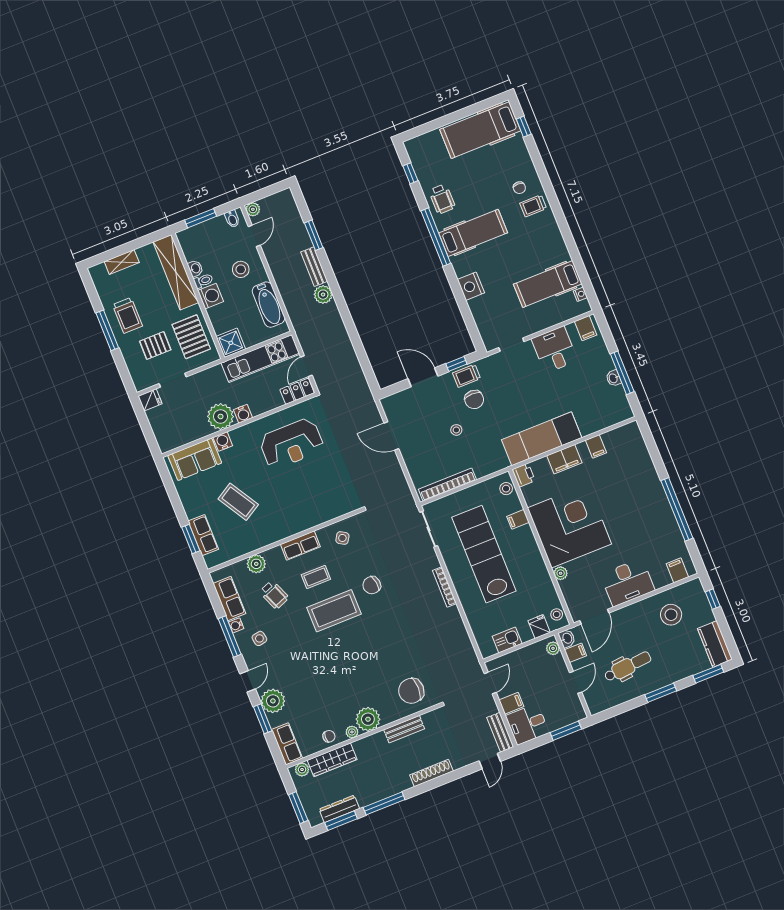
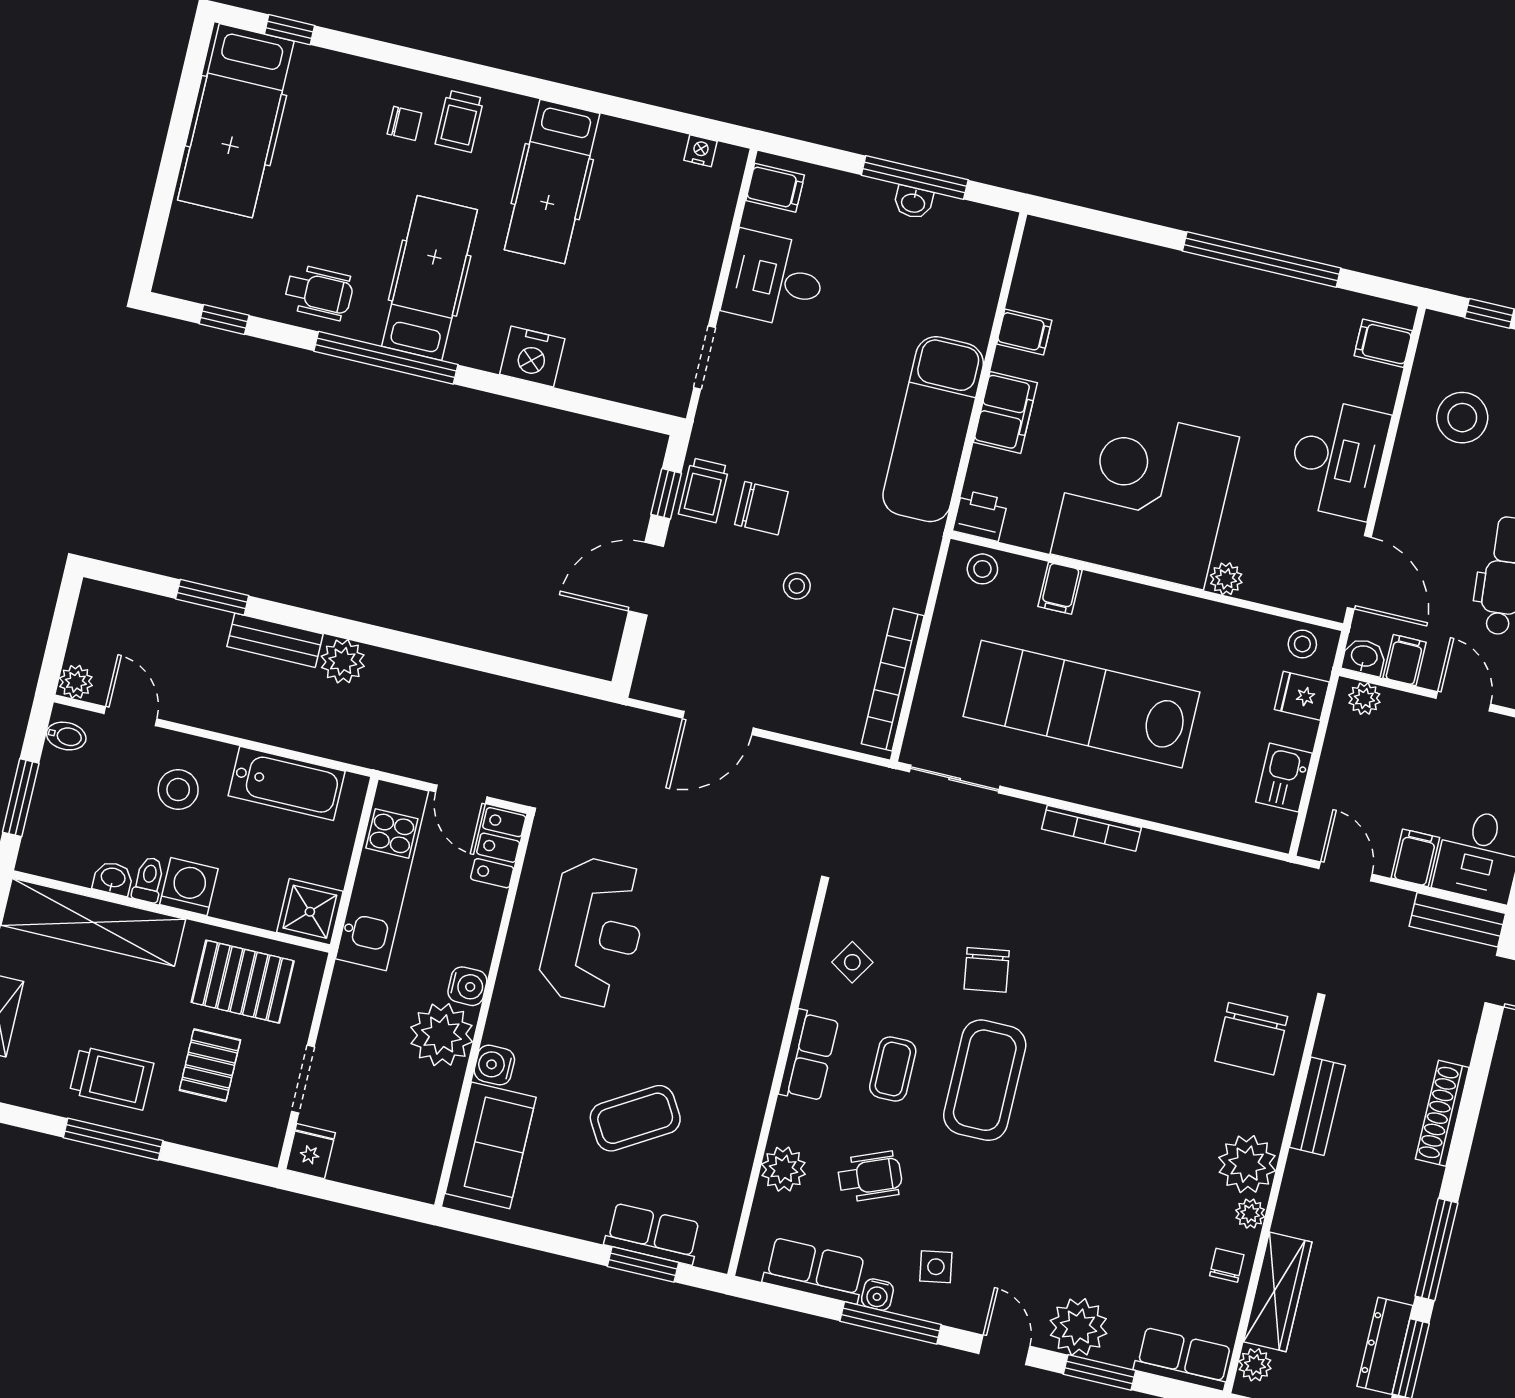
hospital bed: (548, 284) -> (552, 182), moved

